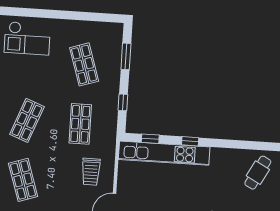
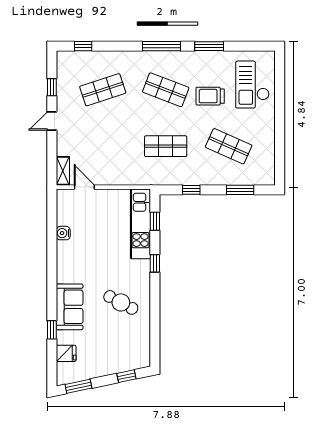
shop shelf: (84, 64) -> (229, 146), turned 42
kitchen unit: (164, 153) -> (140, 224), width x0.73
trolley: (91, 172) -> (210, 96), moved
cafe table: (258, 173) -> (121, 302), moved

